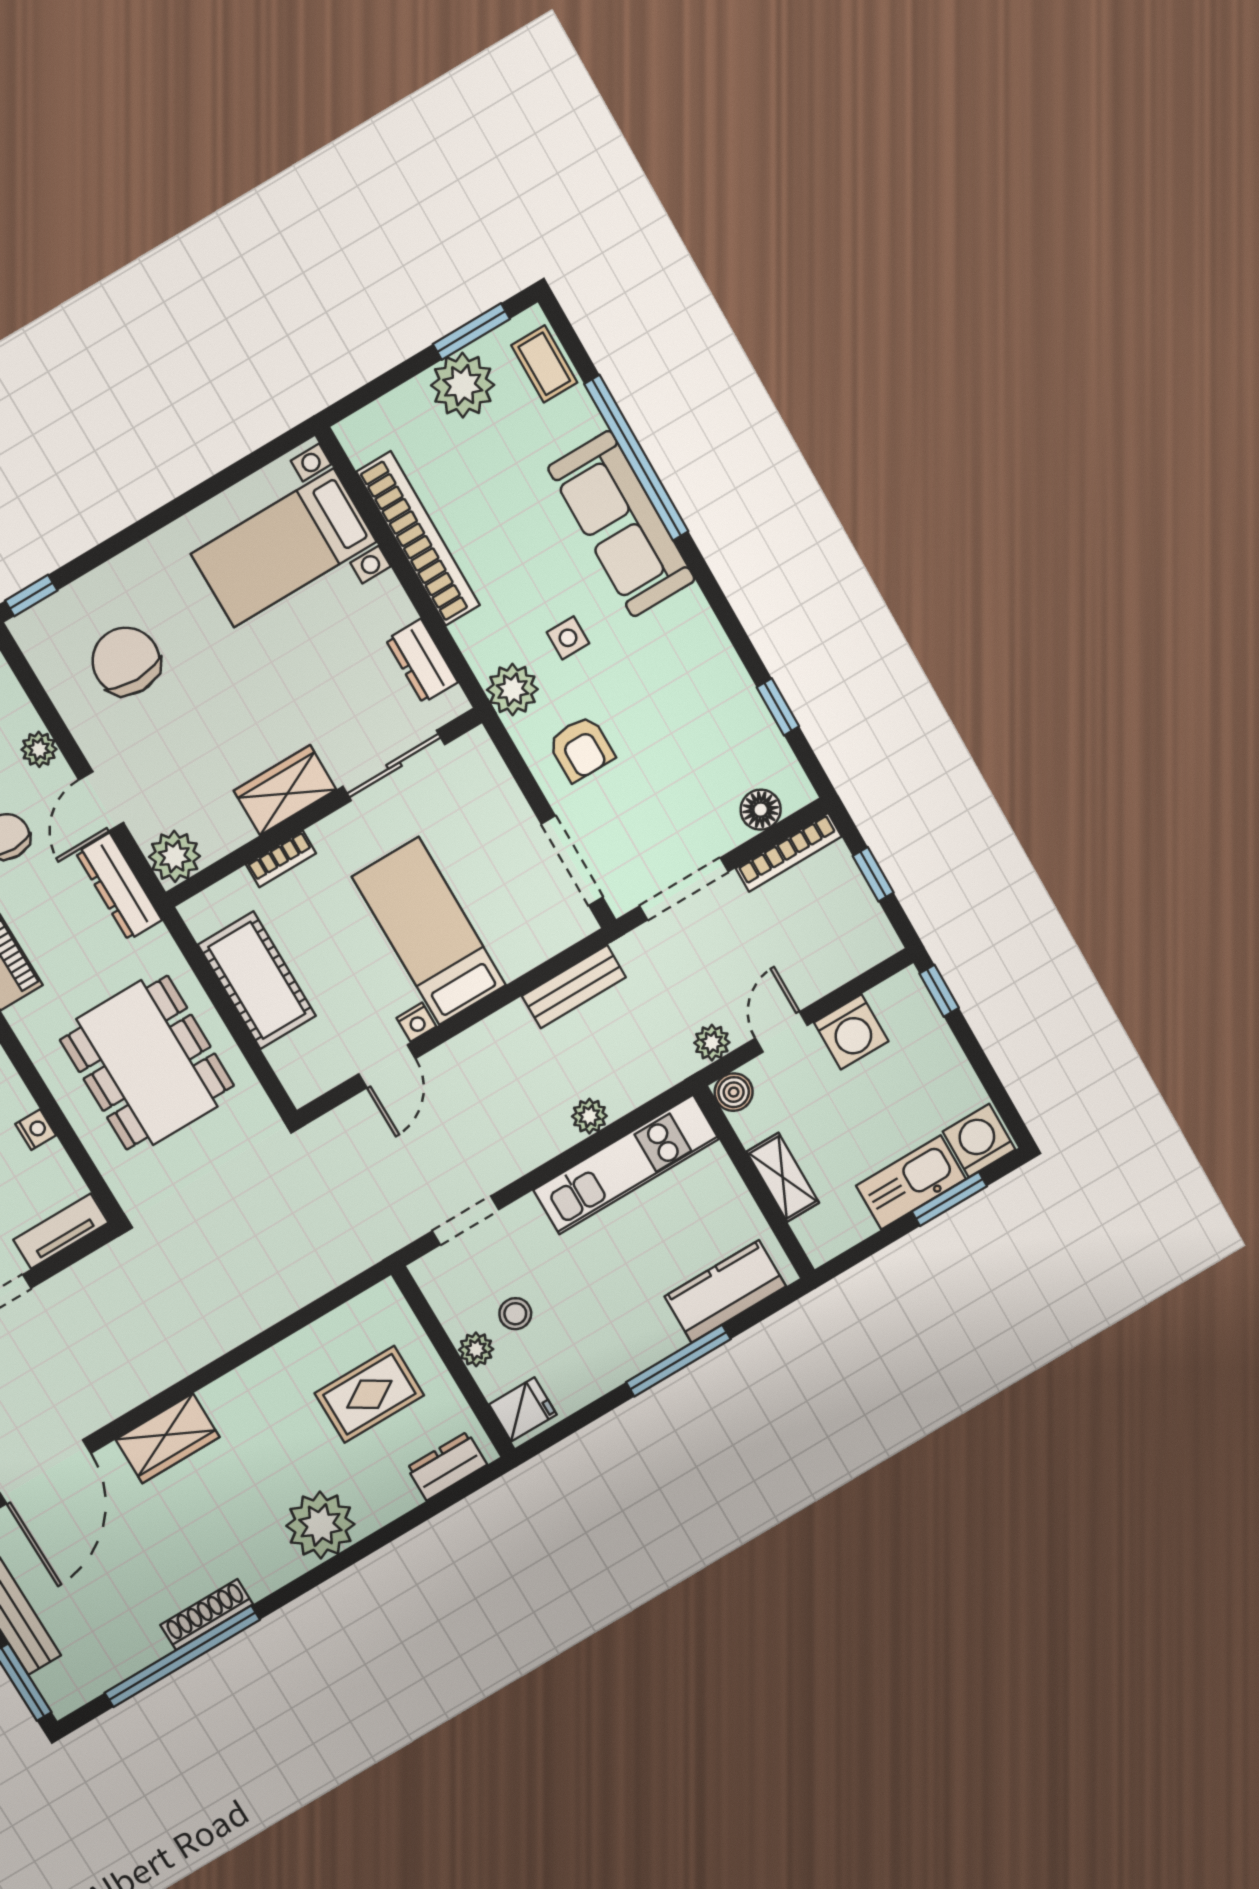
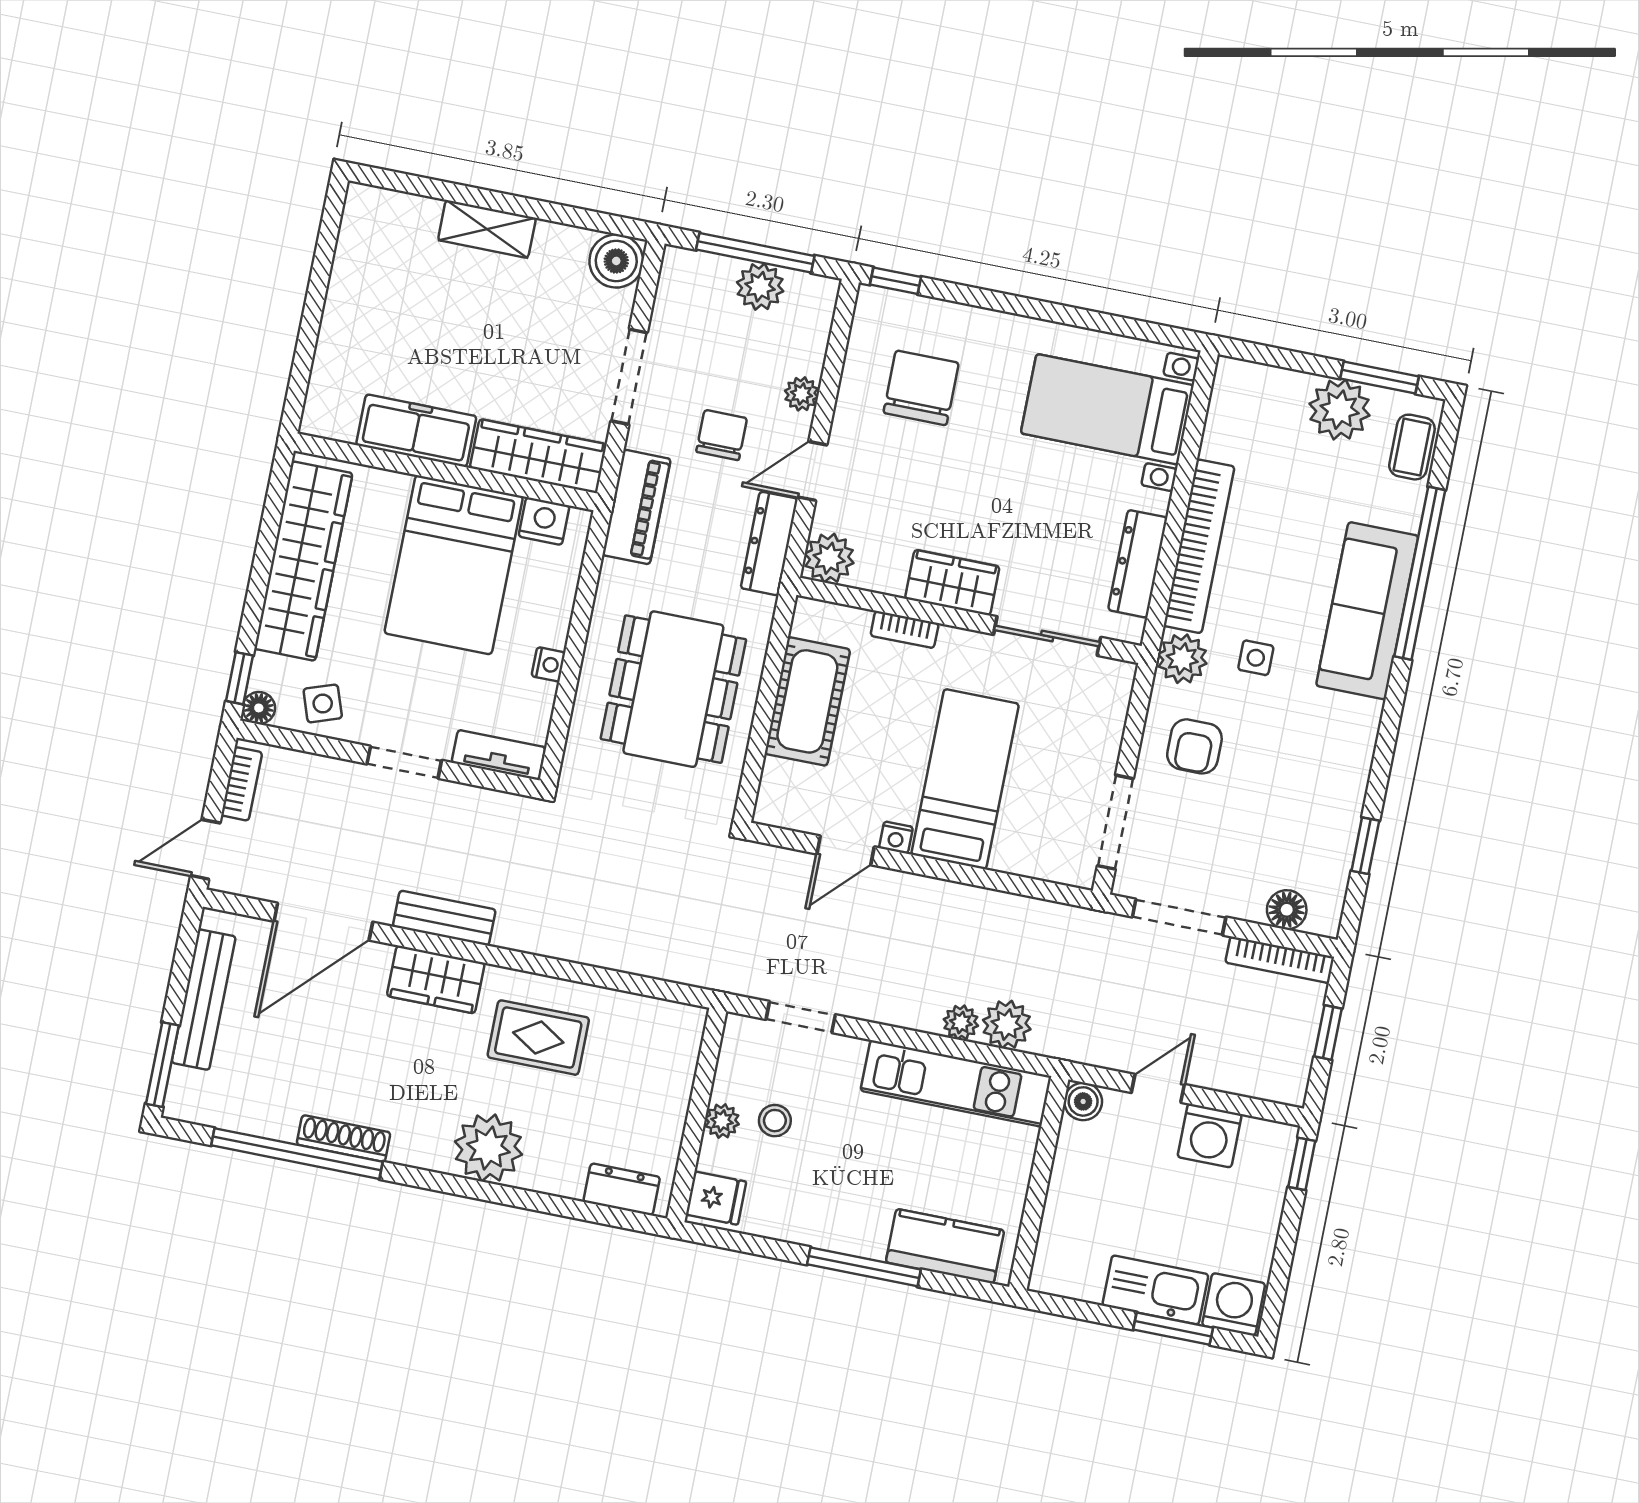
bookcase: (418, 538) -> (1199, 546), moved
dresser: (422, 661) -> (1138, 564), width x1.44
bench: (574, 987) -> (444, 918), moved
plant: (712, 1043) -> (1007, 1025), moved, width x1.38, depth x1.38
shelving: (783, 1177) -> (1063, 1199), removed
rug: (369, 1394) -> (538, 1038), moved

